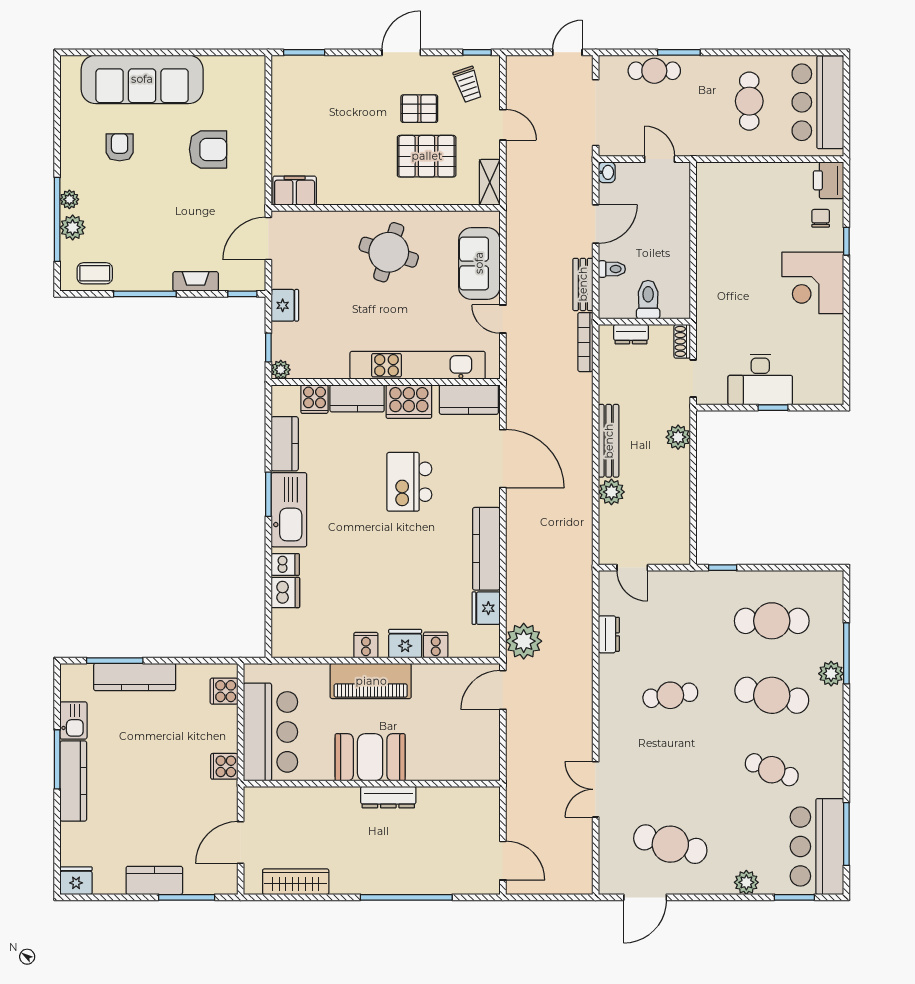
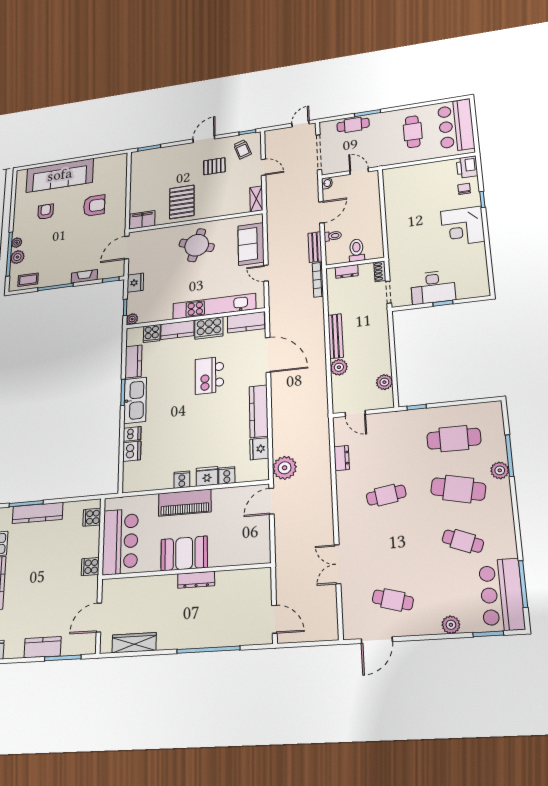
pallet: (427, 156) -> (182, 202), moved, turned 90
plant: (678, 437) -> (384, 382), moved
cafe table: (670, 844) -> (393, 600), width x0.73, depth x0.74

